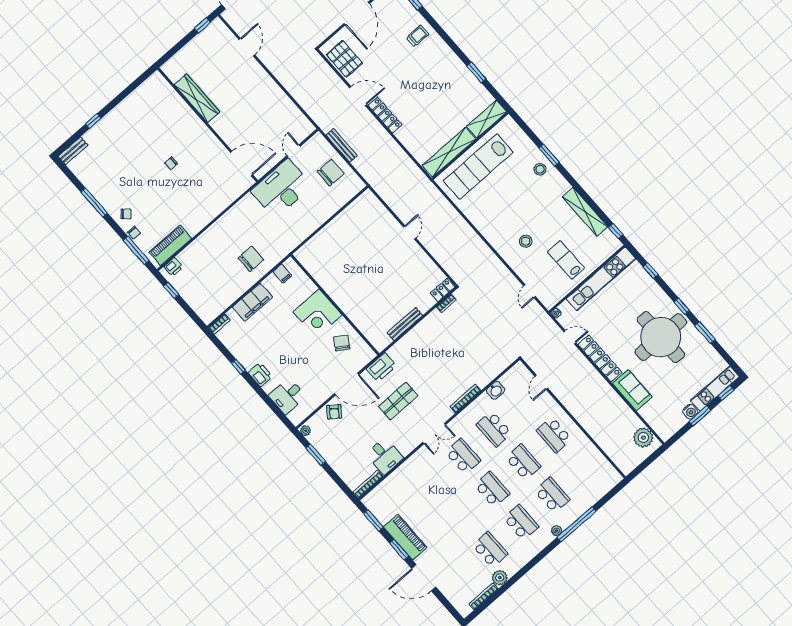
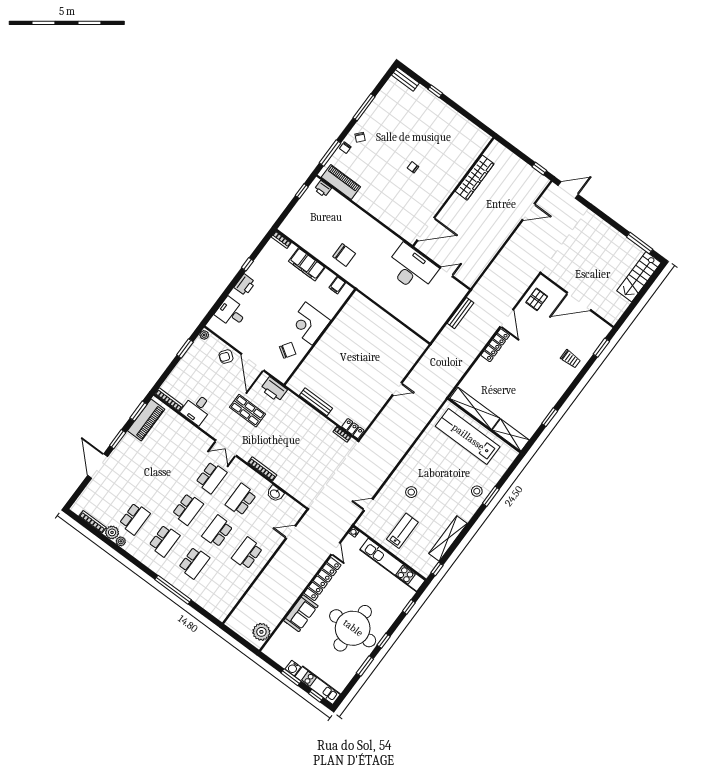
pallet: (344, 59) -> (537, 299), width x0.67, depth x0.71
door: (242, 163) -> (426, 229), hinge flipped
chair: (331, 173) -> (435, 309), removed
school desk: (523, 462) -> (217, 531), turned 180
plant: (557, 531) -> (121, 541), moved
piano: (405, 537) -> (146, 420), moved

